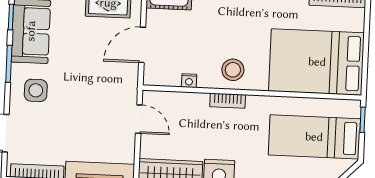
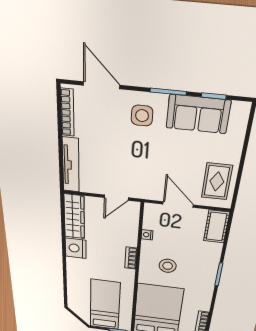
stool: (233, 70) -> (168, 266), moved

